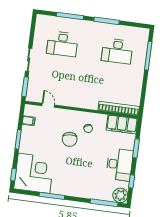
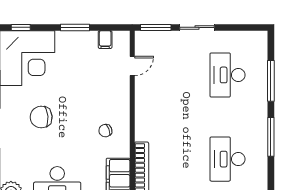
chair: (70, 139) -> (41, 117), moved

